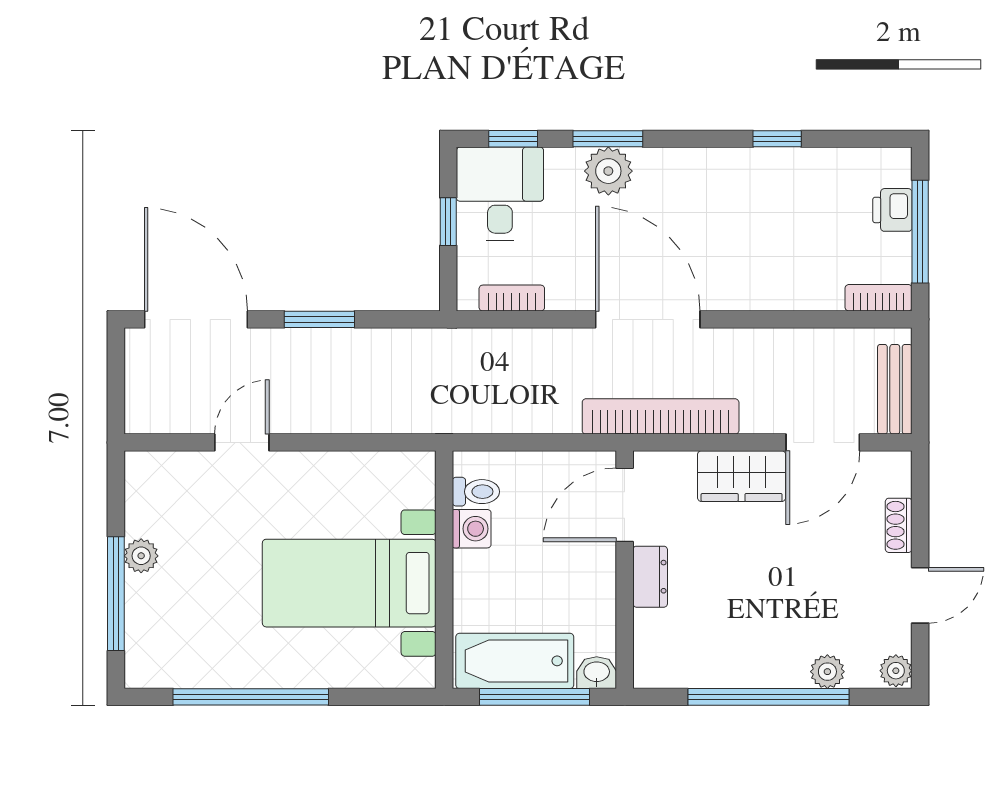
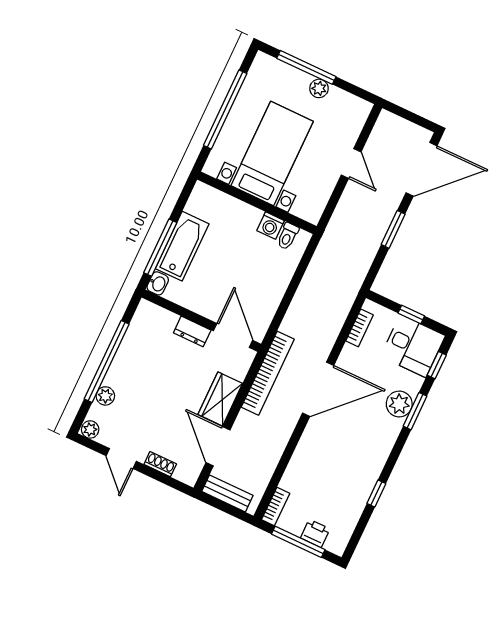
toilet: (476, 492) -> (288, 236), moved
washing machine: (472, 529) -> (271, 226), moved
wall: (444, 570) -> (257, 203), moved
bed with nightstands: (349, 583) -> (272, 153), moved

